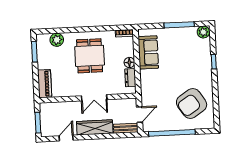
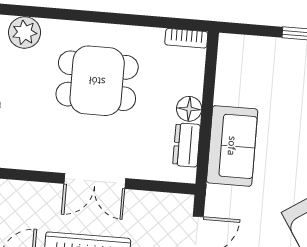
sofa: (148, 52) -> (232, 146), moved
dining table: (90, 56) -> (97, 81), turned 90

